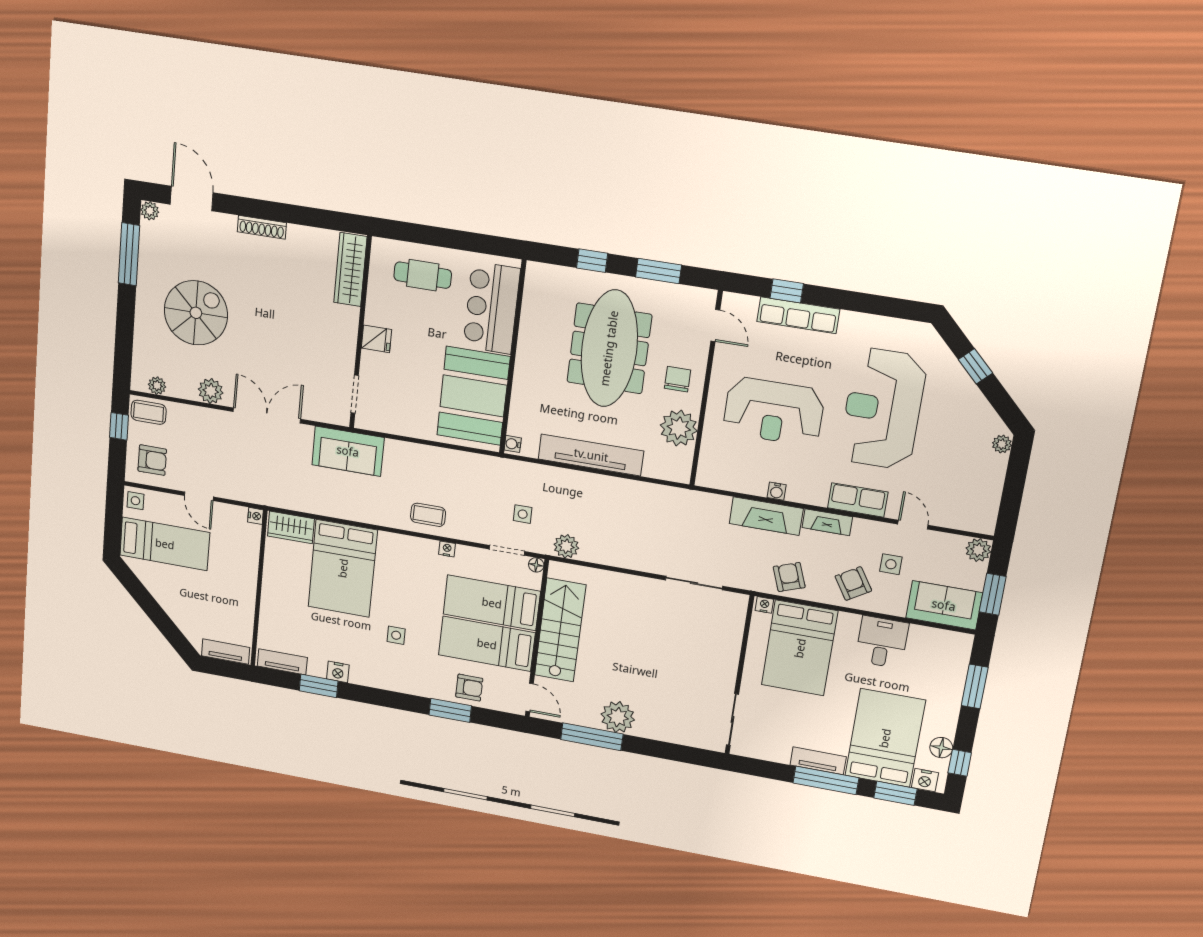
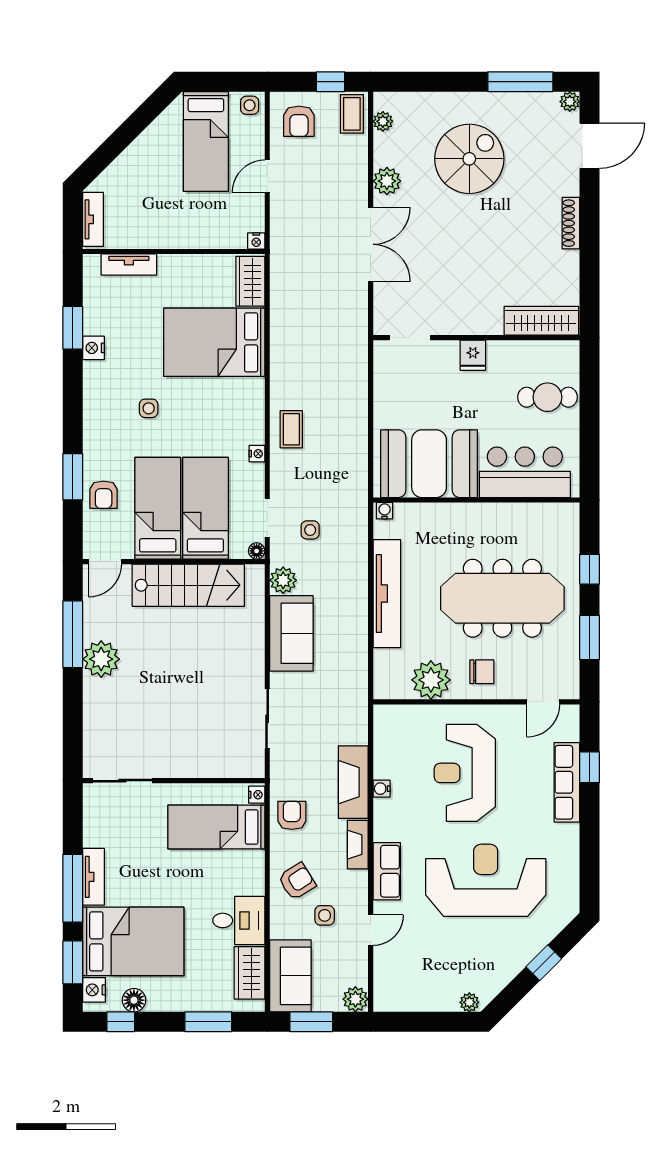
cafe table: (423, 275) -> (548, 397), turned 90
spiral stairs: (196, 313) -> (469, 159), turned -90
sofa: (348, 451) -> (291, 633), moved, turned 180
armchair: (789, 577) -> (292, 815), turned -70
wardrobe: (934, 641) -> (249, 973), added
bed: (800, 648) -> (216, 827), width x0.67
tv unit: (282, 662) -> (129, 265), moved, turned 90

